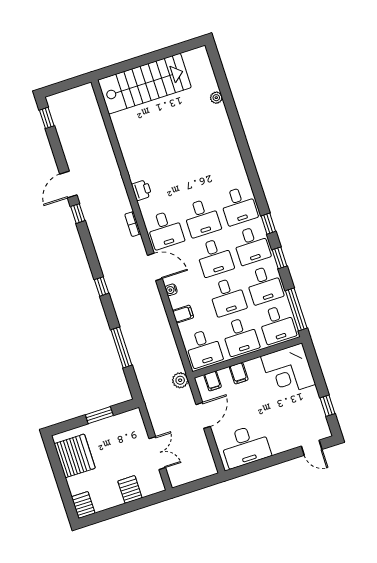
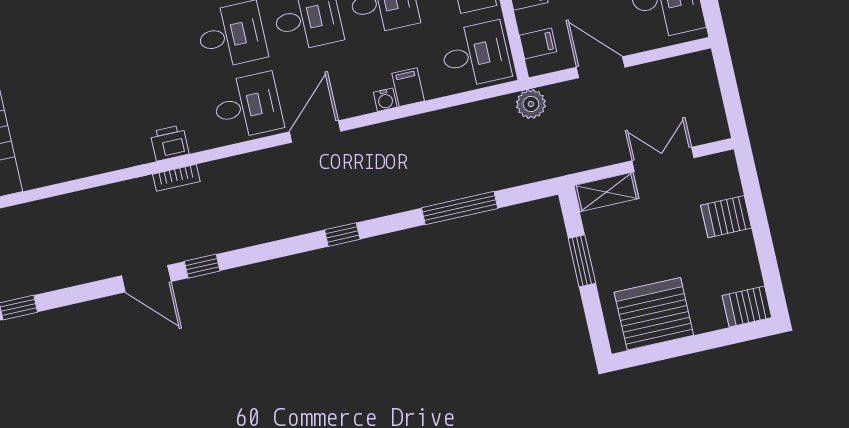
bookcase: (133, 224) -> (176, 178), moved
water cooler: (171, 290) -> (385, 100), moved
shelving: (137, 425) -> (606, 192), added

